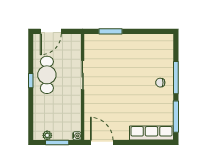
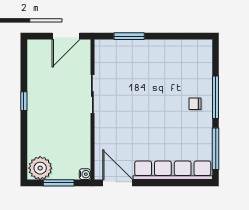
door: (51, 31) -> (66, 36), moved
cafe table: (47, 75) -> (45, 94), removed
row of seats: (151, 133) -> (173, 170), width x1.36
plant: (47, 135) -> (40, 168), width x1.87, depth x1.87

